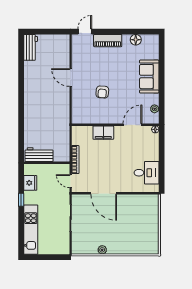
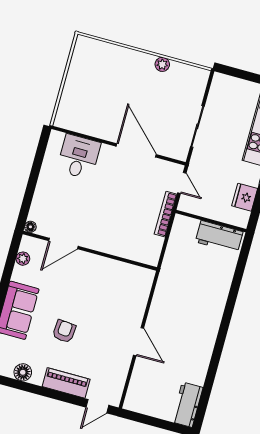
armchair: (102, 92) -> (64, 331), moved
filing cabinet: (103, 133) -> (111, 244), removed
desk: (147, 173) -> (79, 157), moved, turned 90

